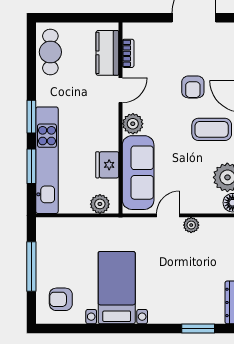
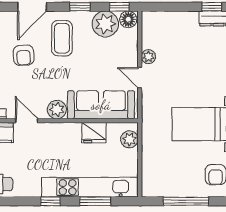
armchair: (193, 87) -> (23, 55), turned 86
window: (31, 117) -> (50, 201), width x0.67

